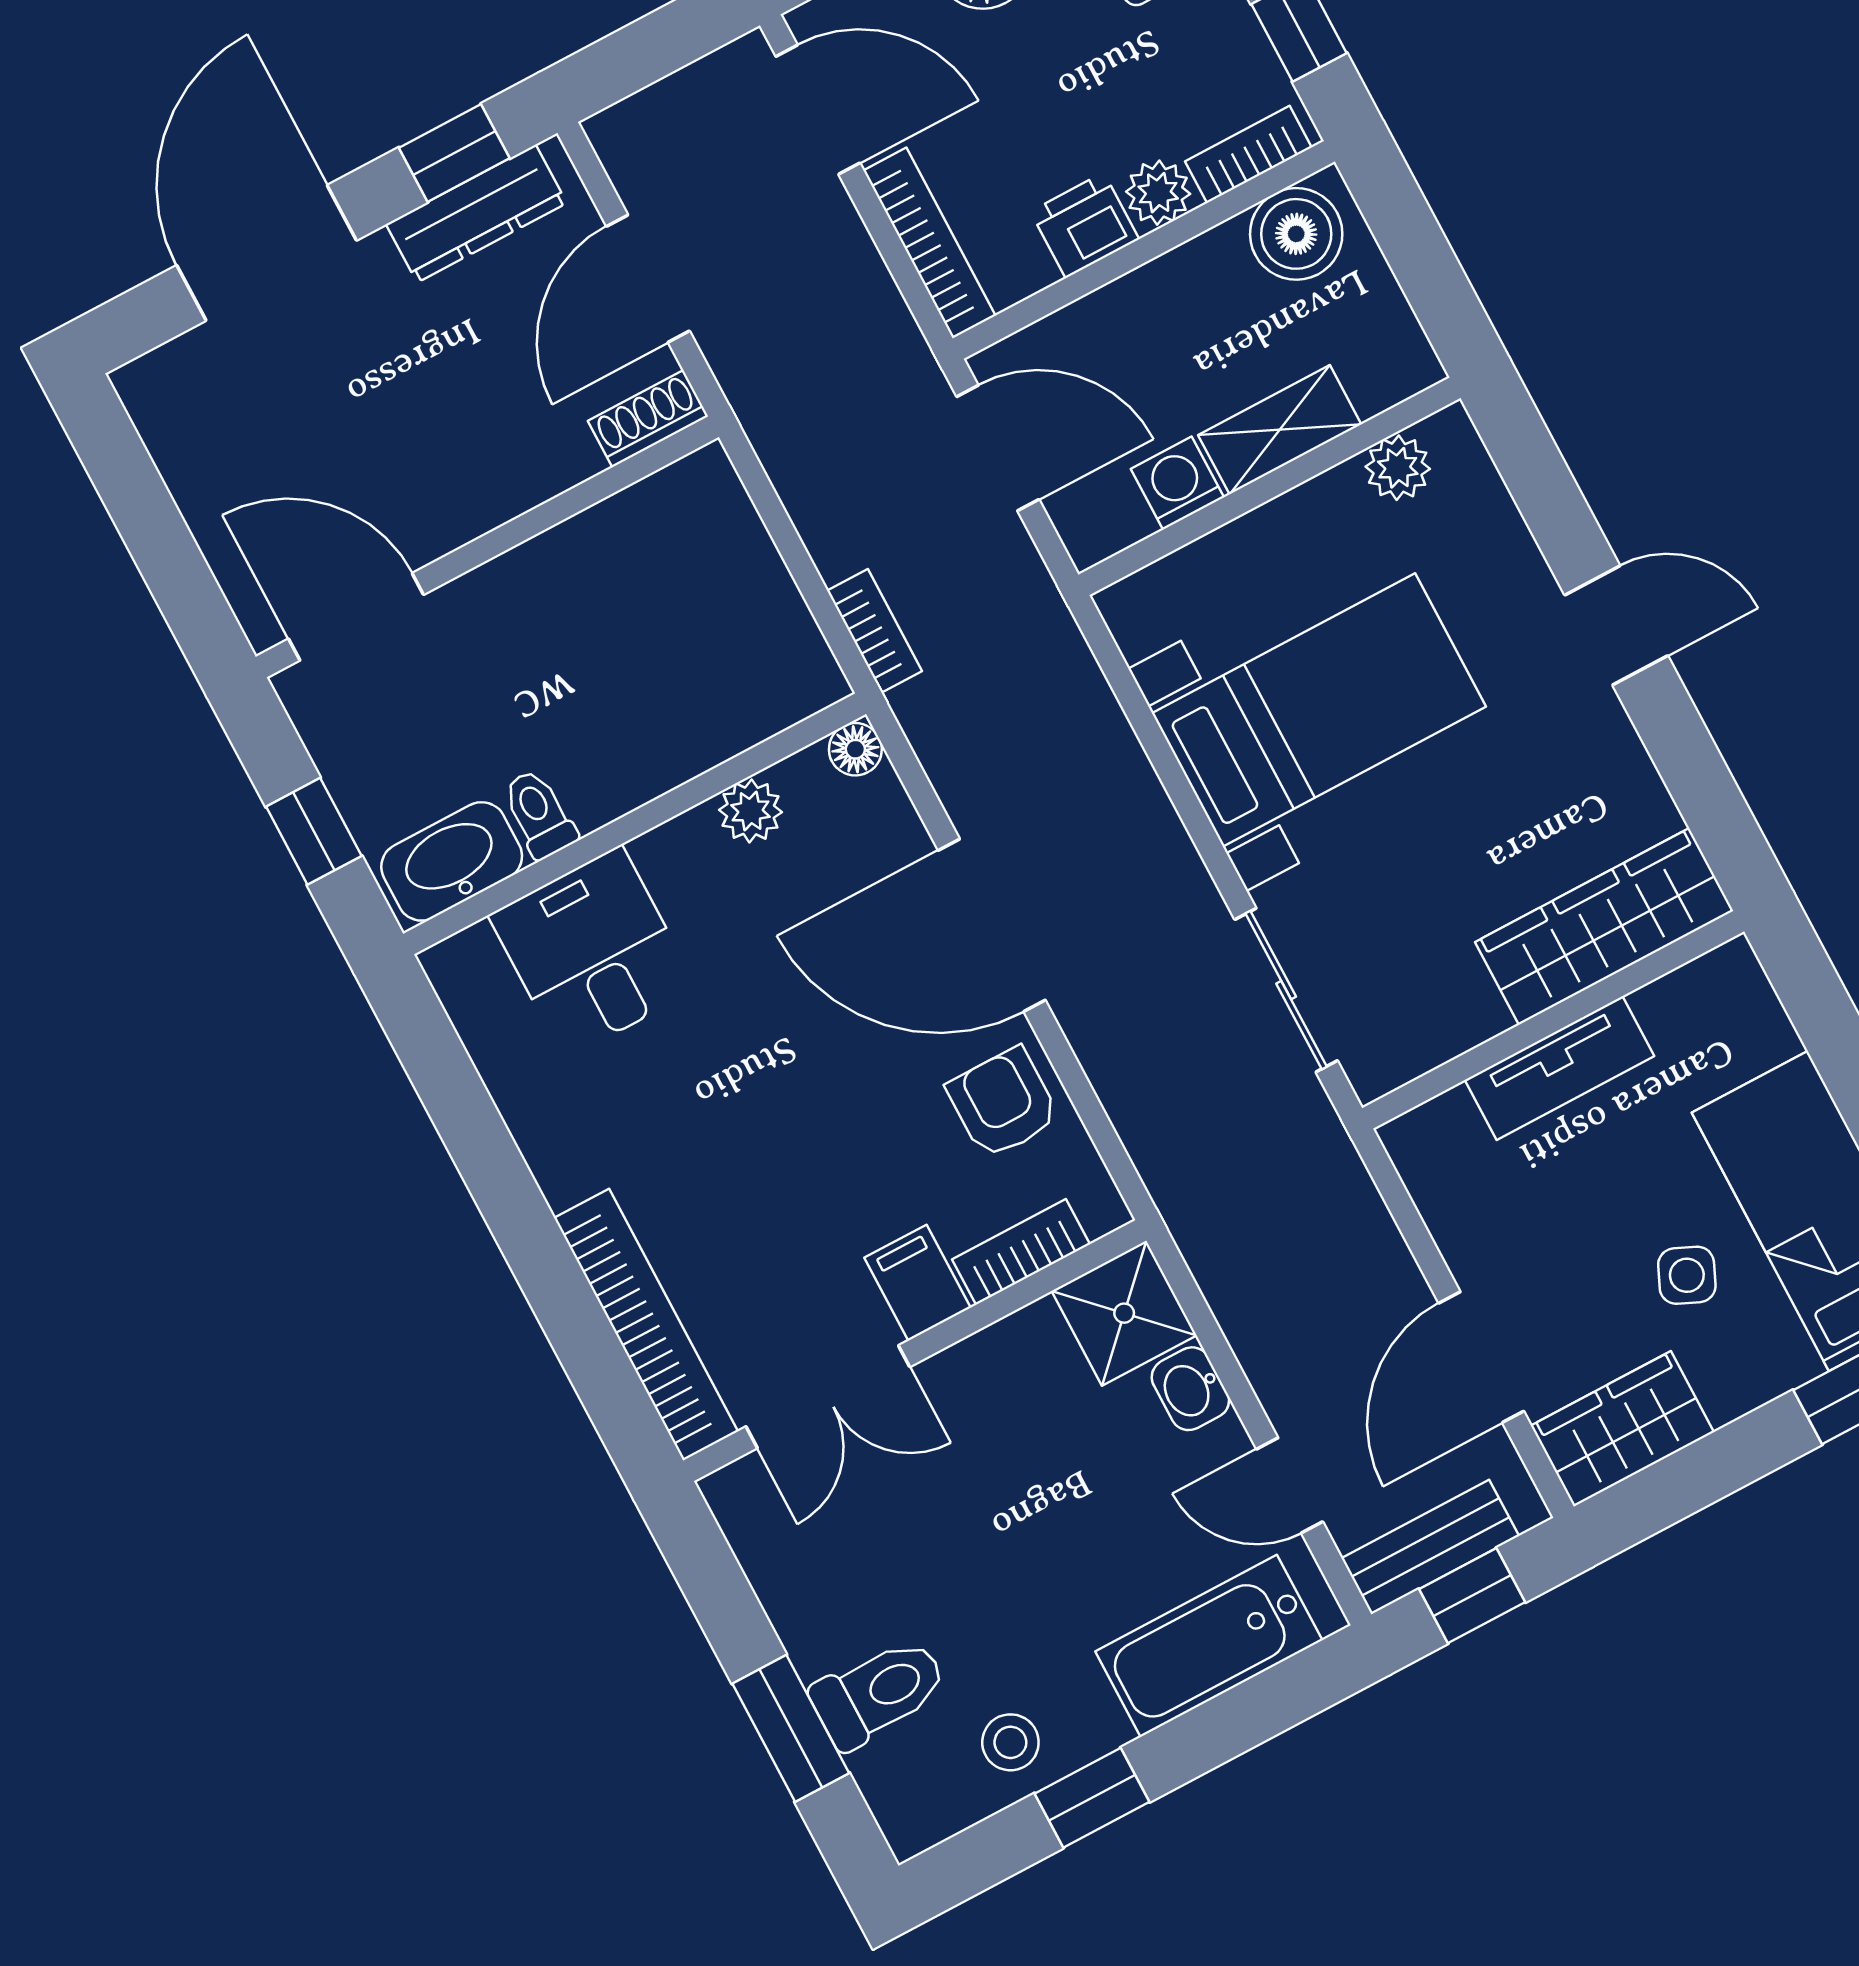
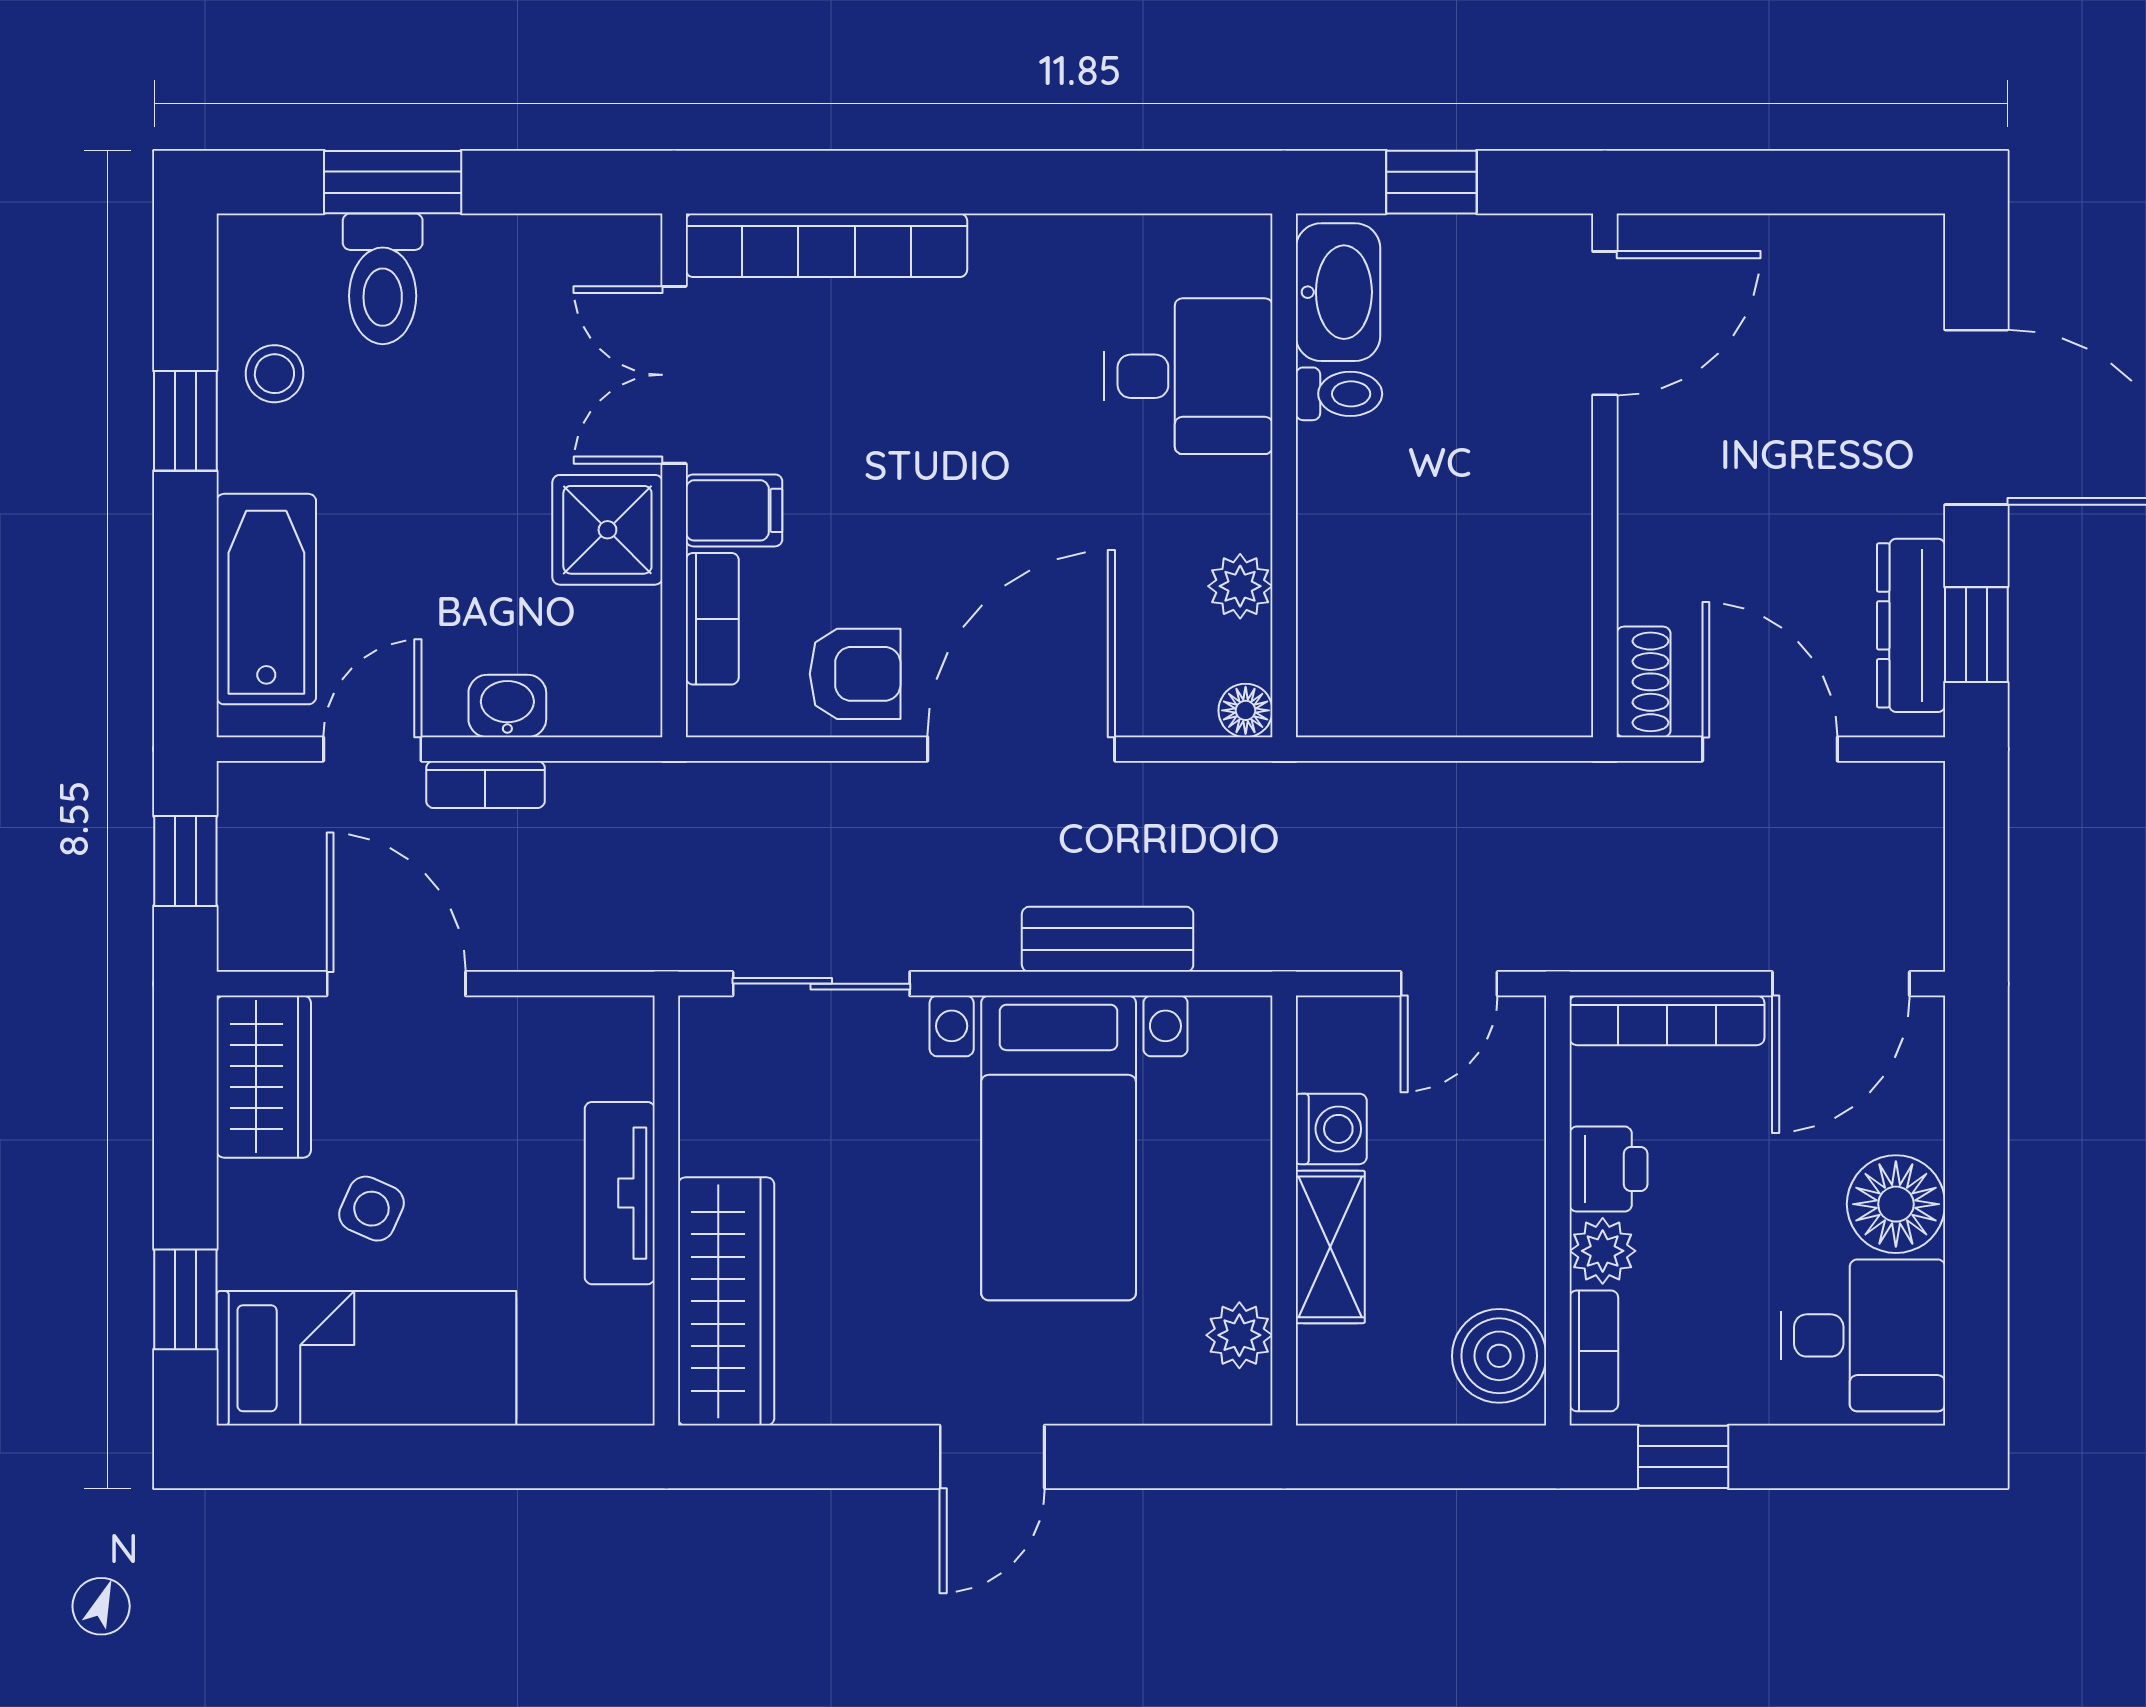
door: (998, 448) -> (1449, 984), width x0.73
bookcase: (874, 631) -> (485, 784), moved
shower: (1124, 1313) -> (607, 530), moved
bench: (1430, 1547) -> (1108, 939), moved, turned 90

